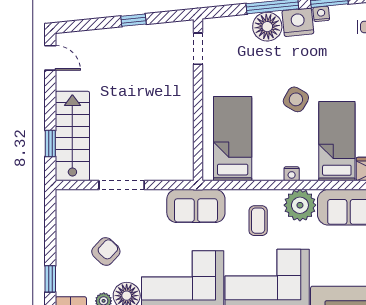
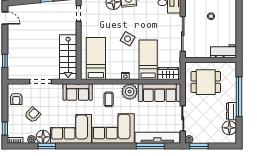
stairs: (72, 136) -> (68, 57), moved, turned 180
armchair: (73, 220) -> (16, 99), added

